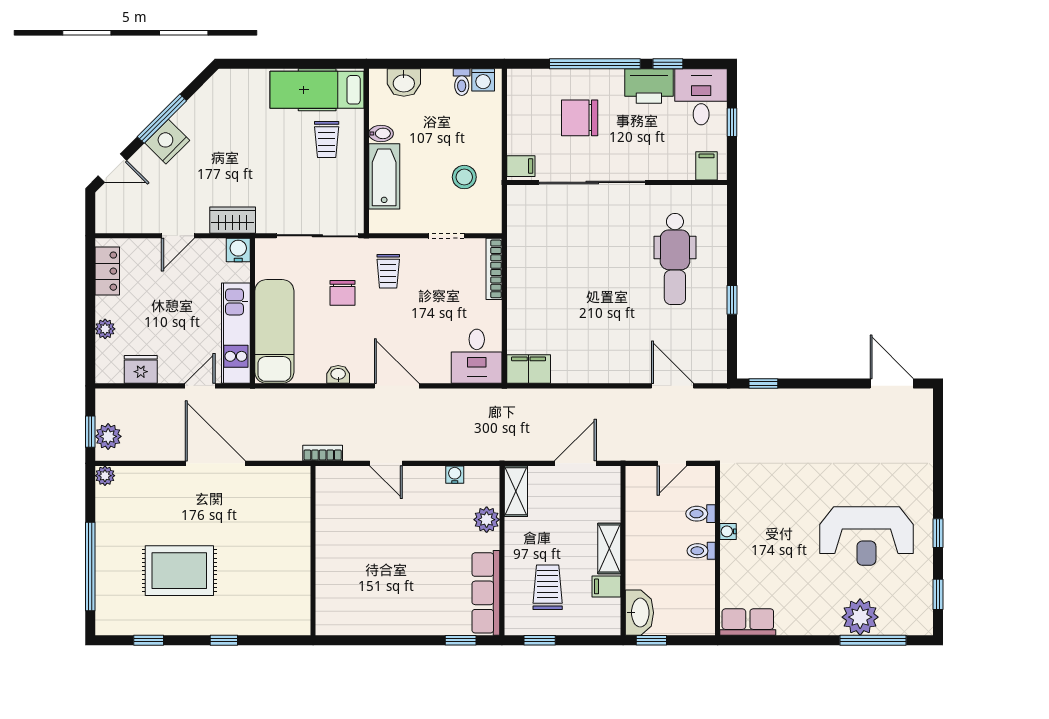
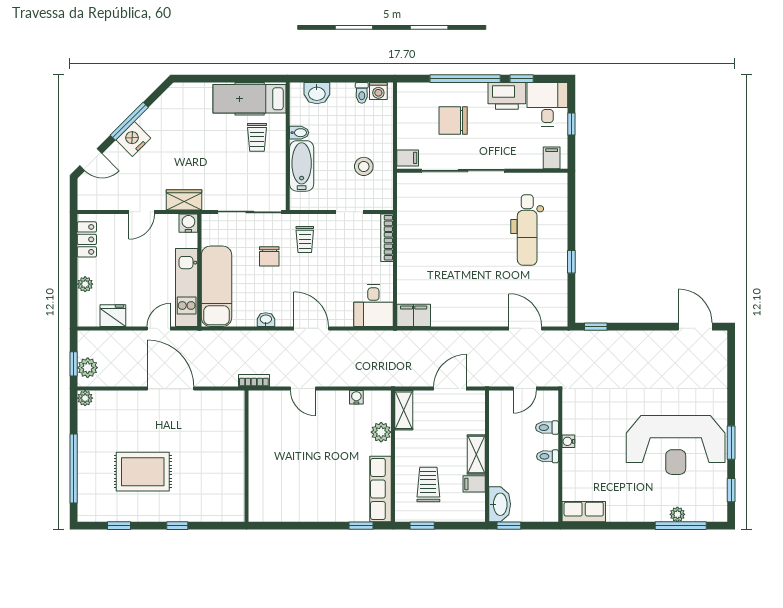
window: (938, 533) -> (731, 443), width x1.50
reception desk: (866, 536) -> (676, 445), width x1.36, depth x1.30
plant: (860, 617) -> (677, 514), width x0.53, depth x0.53

